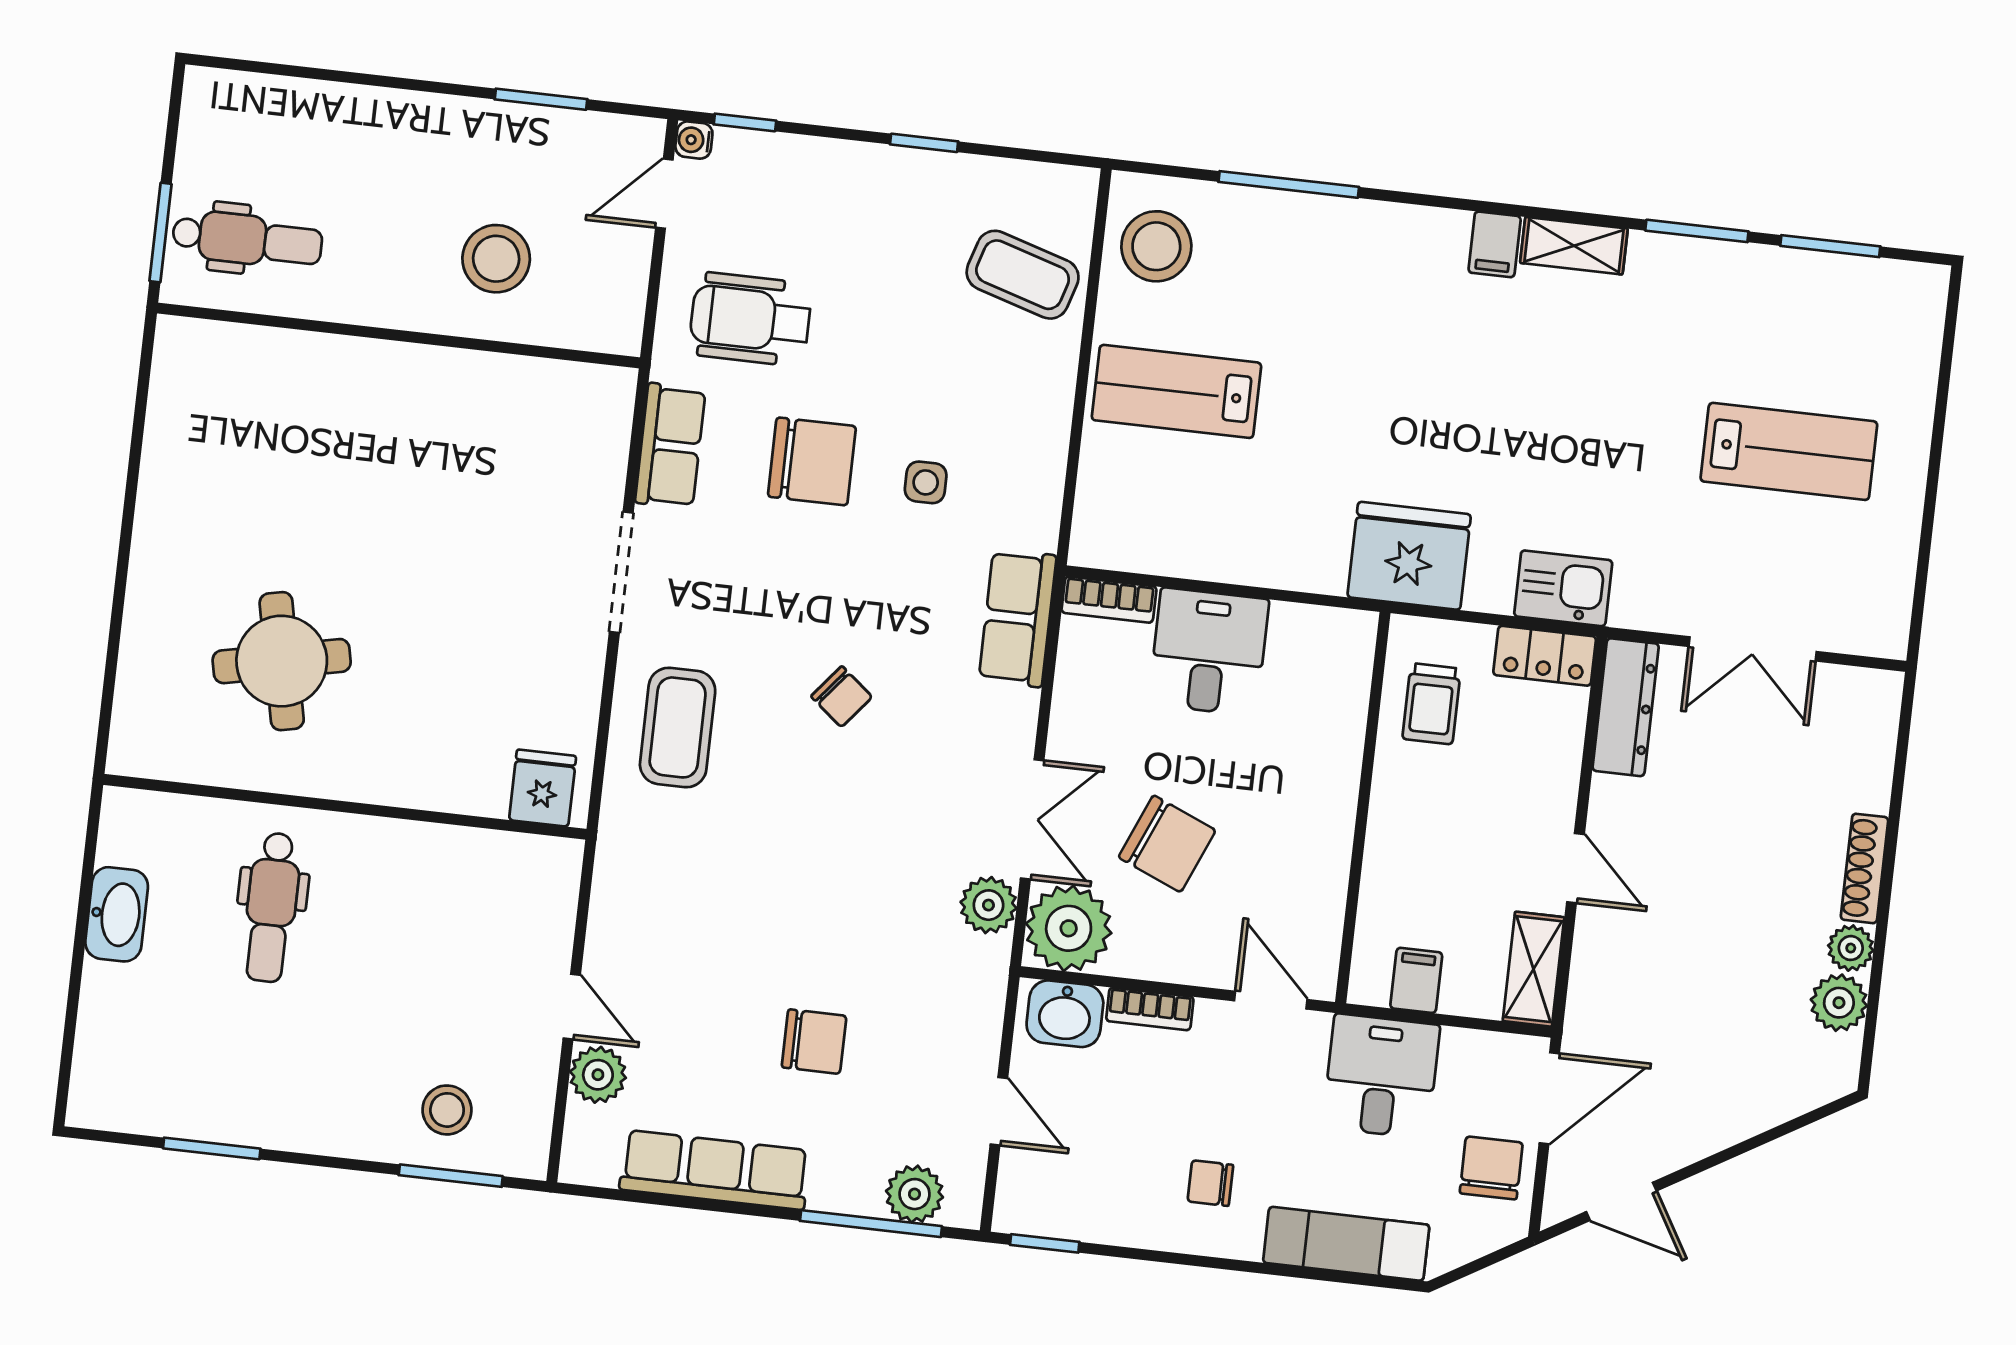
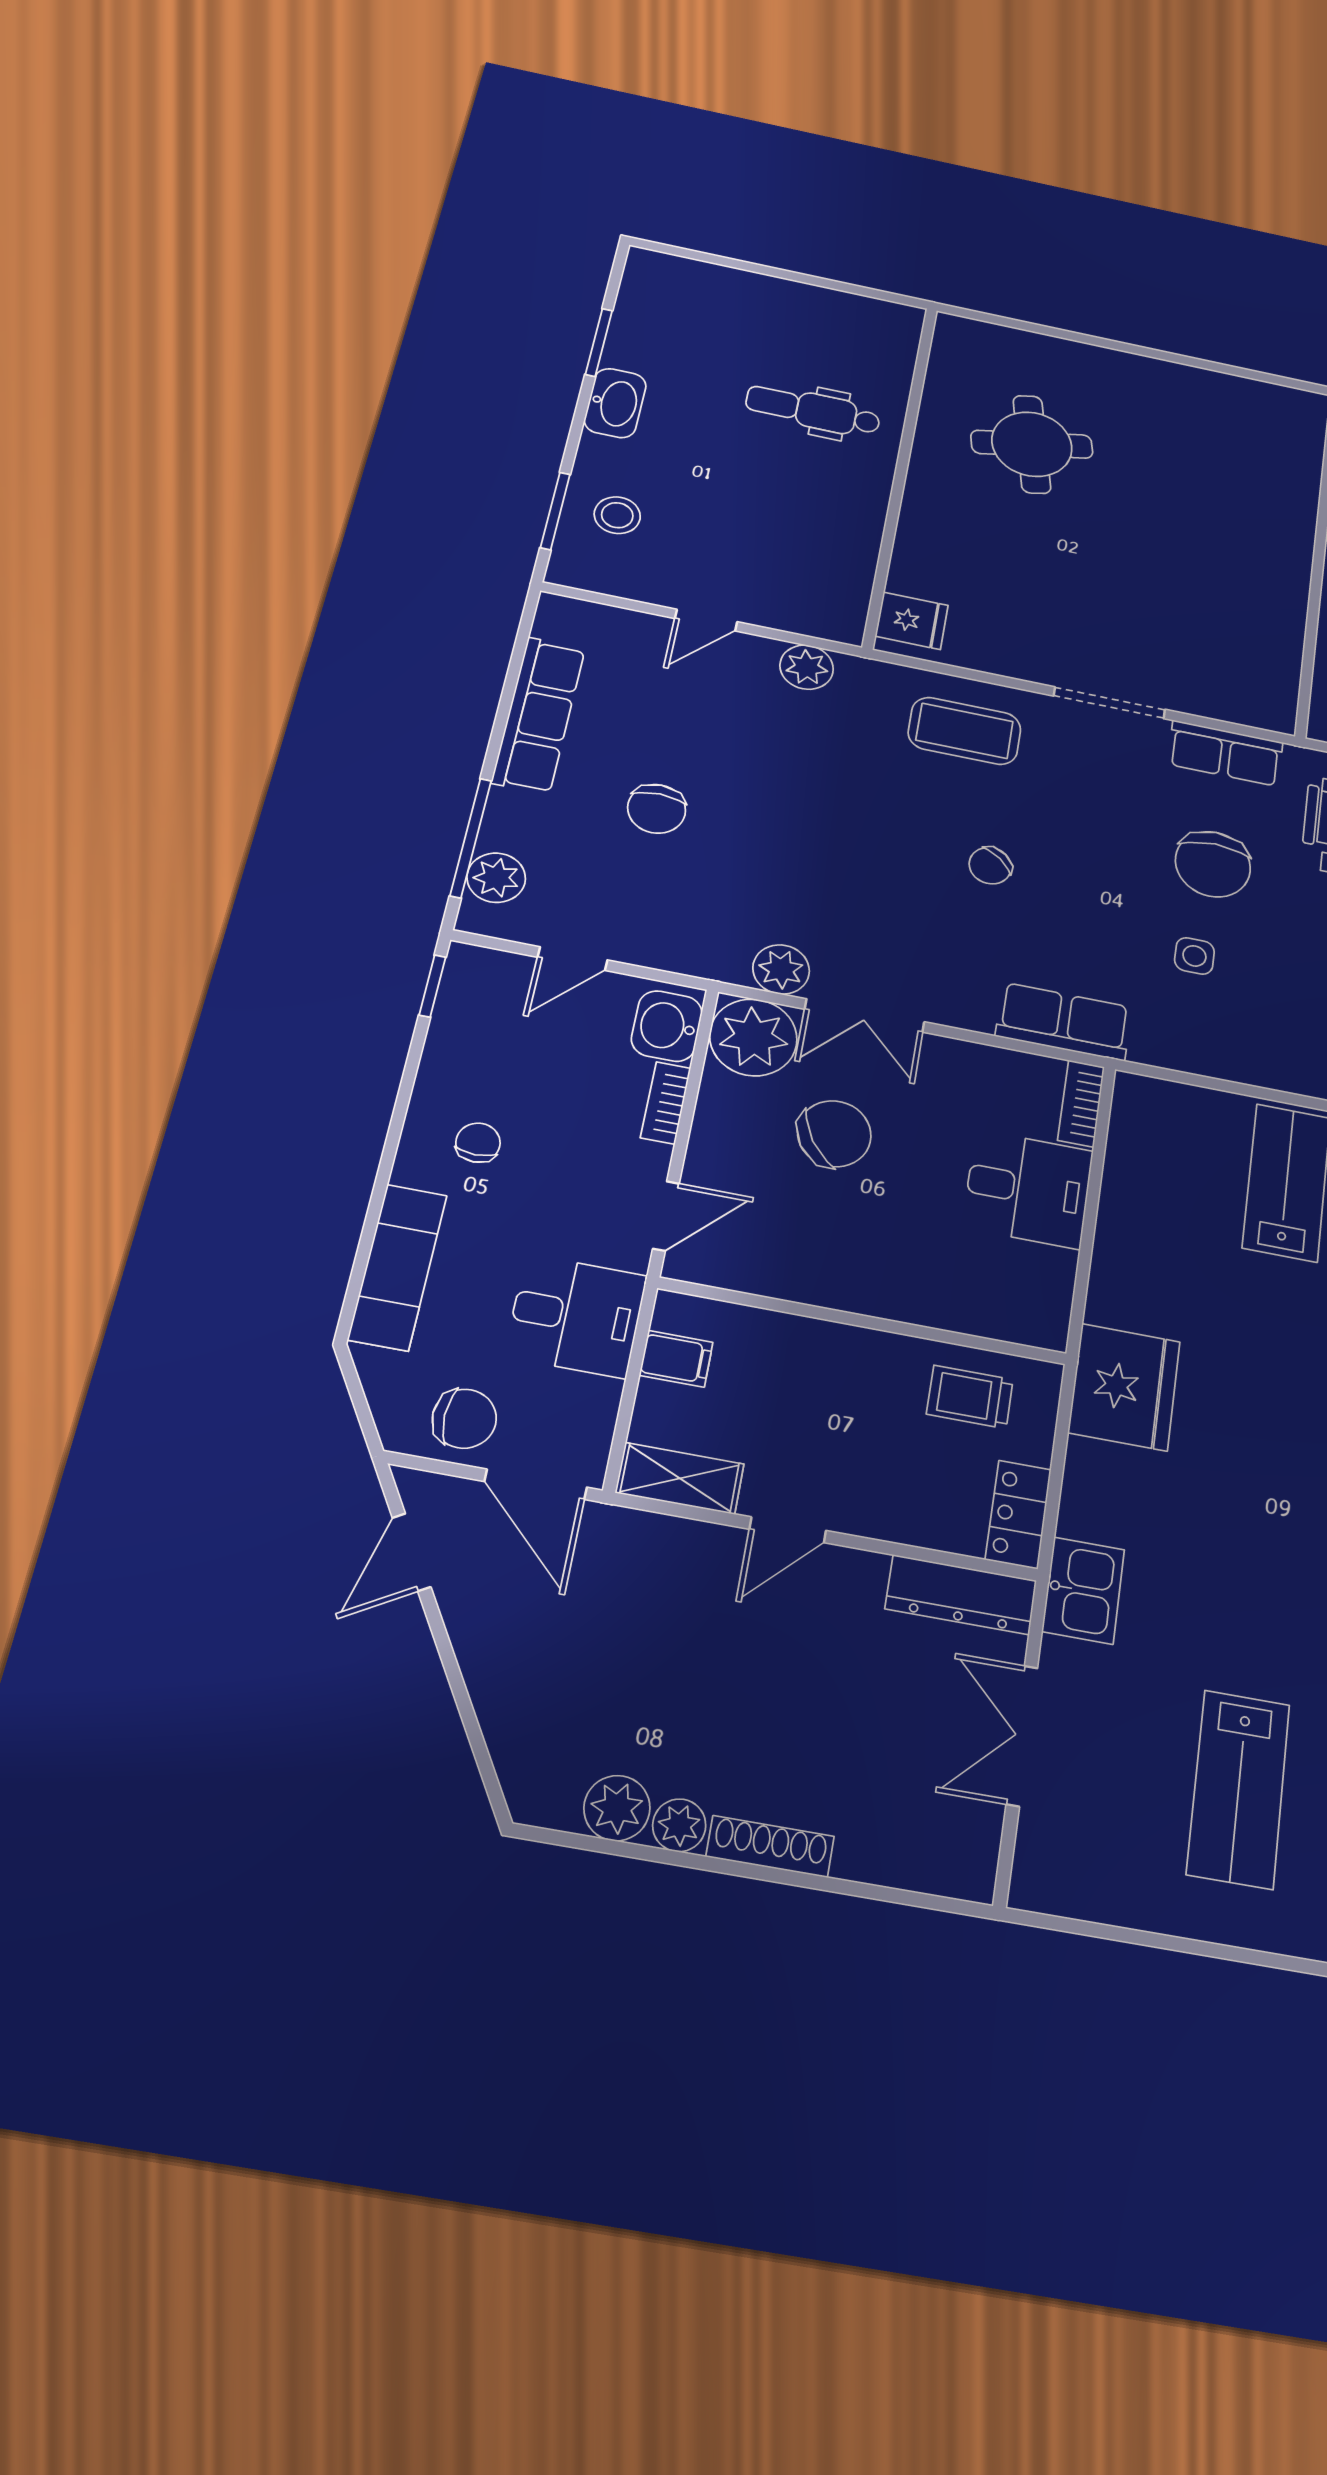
kitchen sink: (1563, 588) -> (1083, 1590), moved
chair: (1167, 844) -> (834, 1134), turned -146
washbasin: (117, 914) -> (615, 403), moved, turned -90
plant: (598, 1075) -> (807, 667), moved

